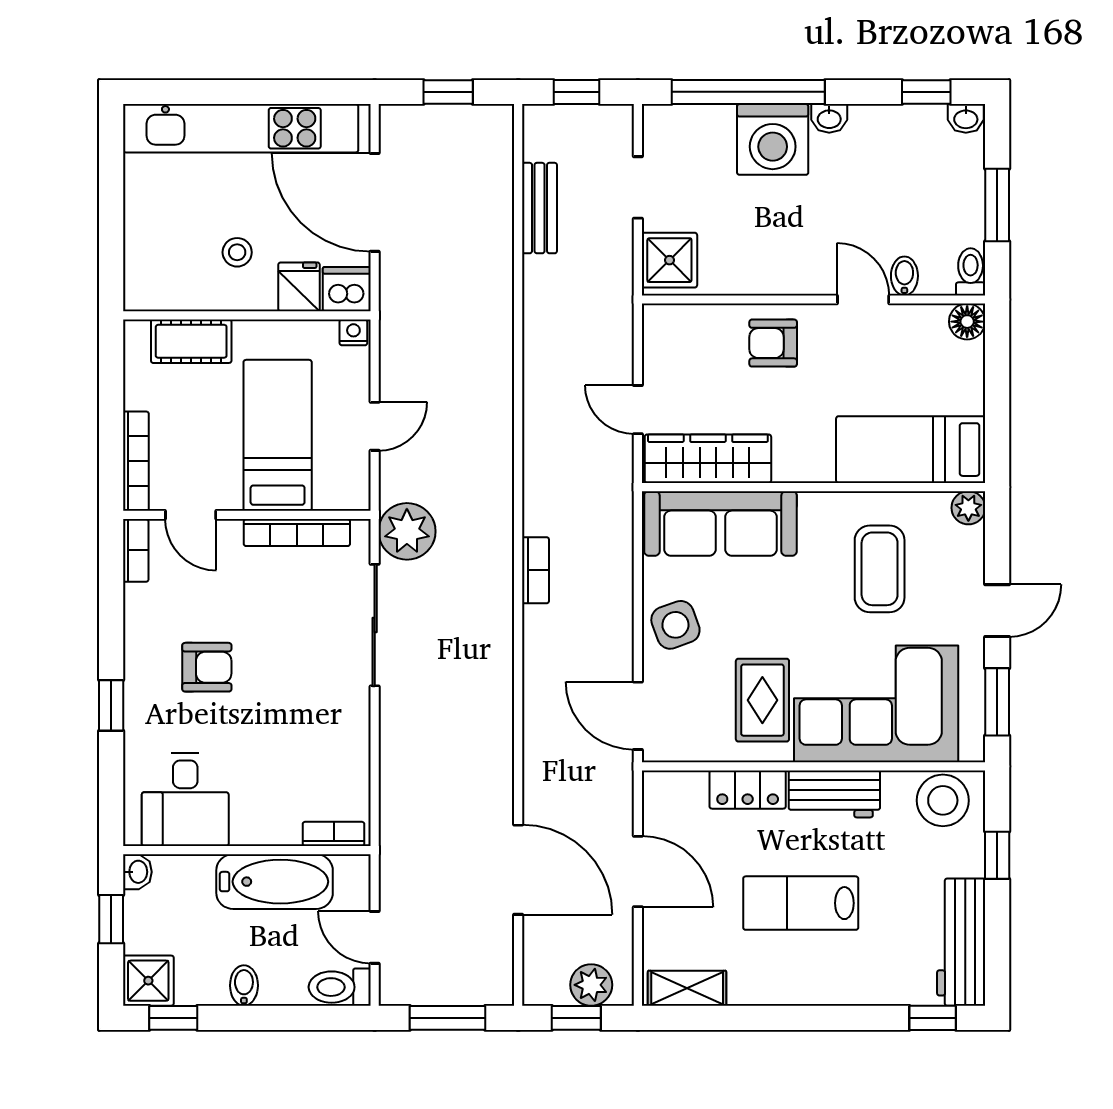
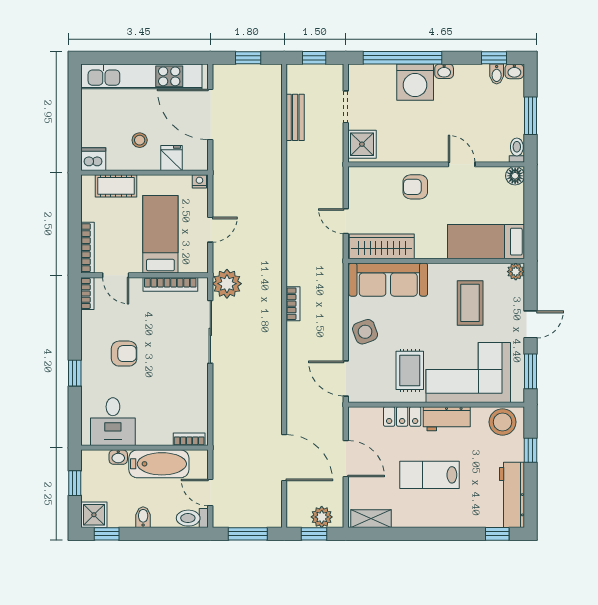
bidet: (904, 276) -> (497, 74), moved, turned 180
dishwasher: (347, 289) -> (93, 159), moved
washbasin: (137, 872) -> (118, 457), moved, turned 90

